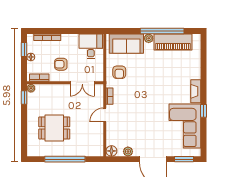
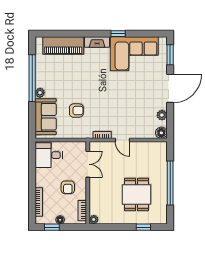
piano: (173, 42) -> (63, 46), moved, turned 90
armchair: (119, 72) -> (76, 111), moved
window: (24, 97) -> (143, 227), moved

